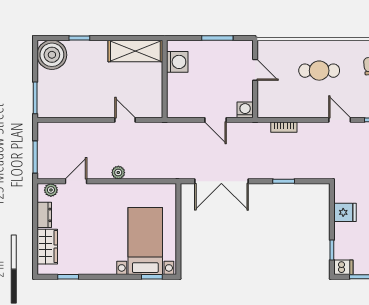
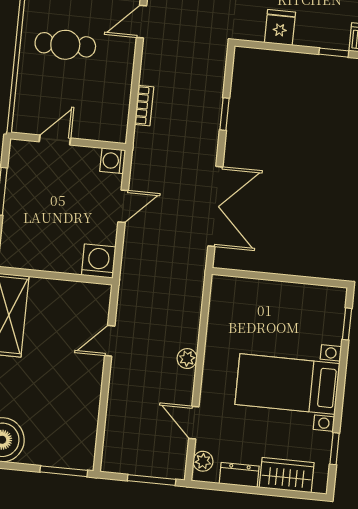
washing machine: (177, 62) -> (99, 261), moved
cafe table: (319, 71) -> (65, 45), turned 90
bed with nightstands: (145, 241) -> (287, 384), moved

